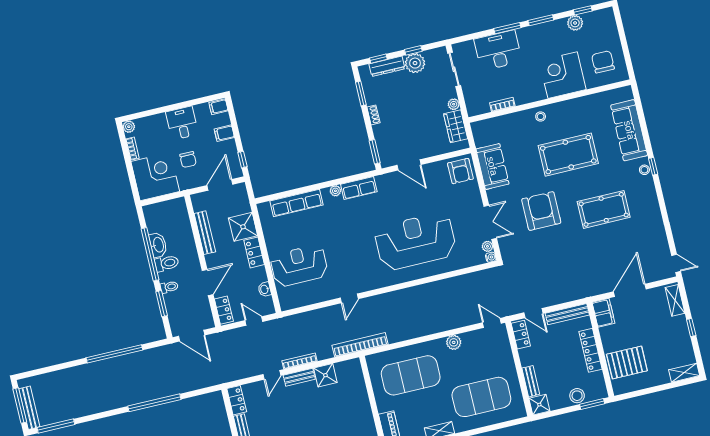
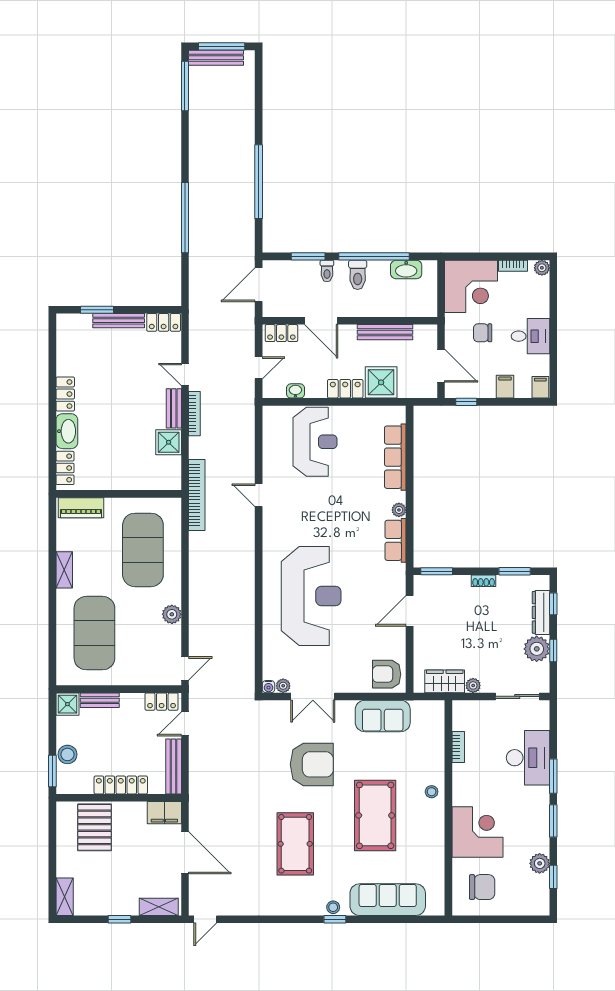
washbasin: (158, 245) -> (406, 270), moved

